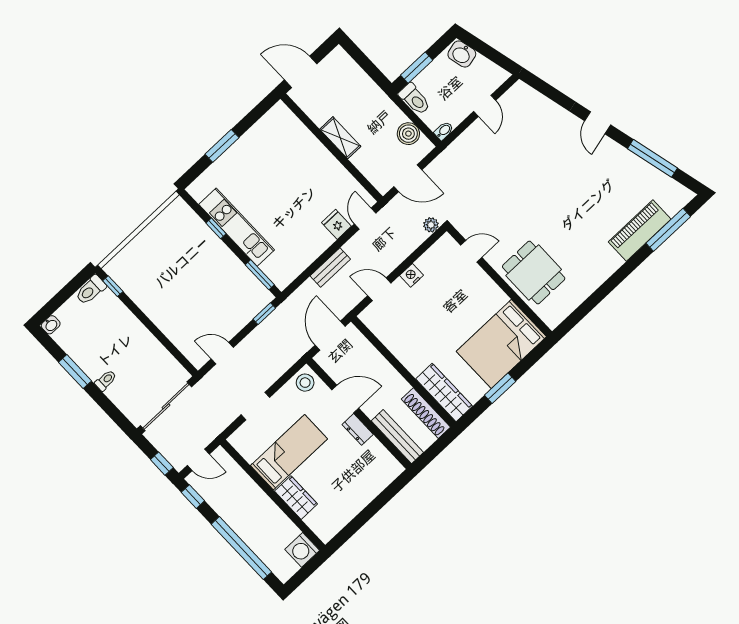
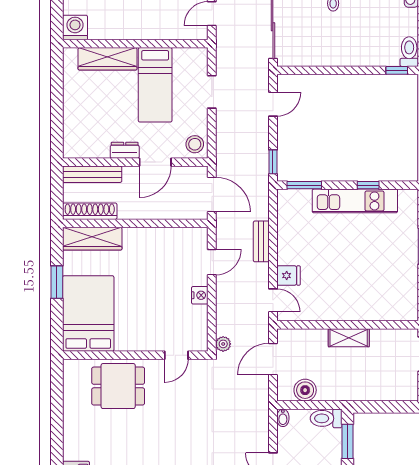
wardrobe: (296, 498) -> (108, 59), width x1.50

